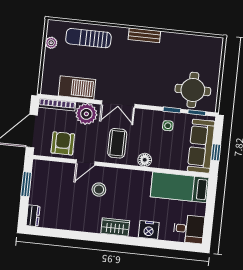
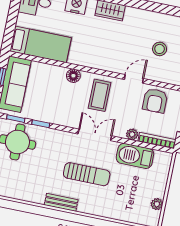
sun lounger: (88, 38) -> (87, 174), moved
plant: (86, 114) -> (132, 134), width x0.53, depth x0.53
side table: (168, 126) -> (46, 108), removed
stool: (99, 190) -> (160, 49), moved

